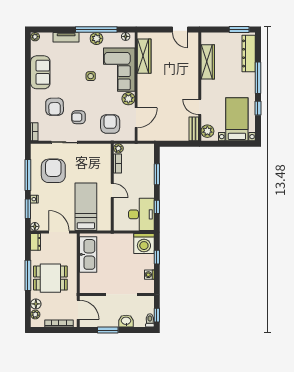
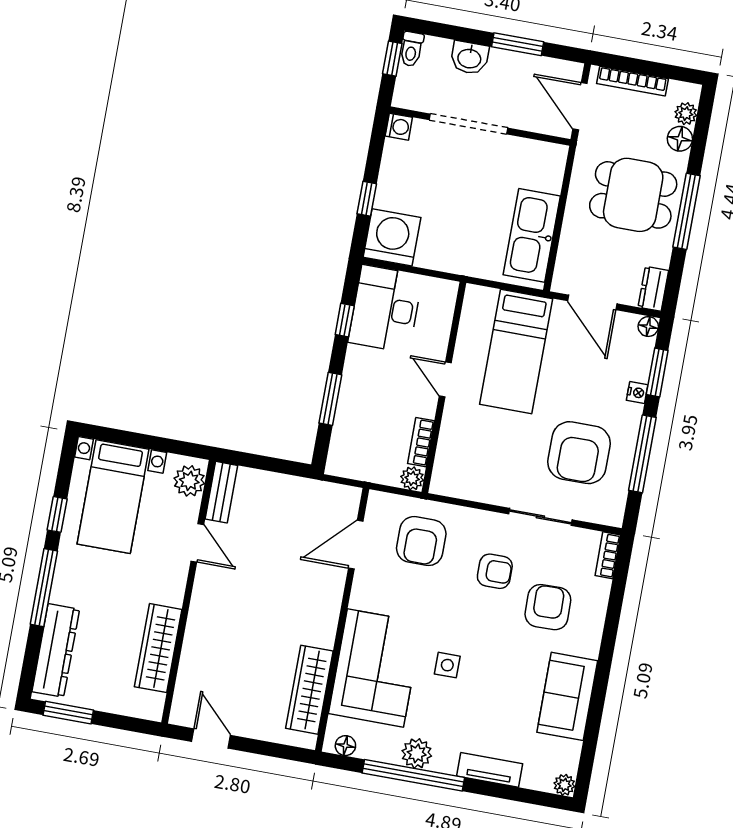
plant: (128, 99) -> (366, 594), removed
washing machine: (149, 275) -> (399, 127), moved

